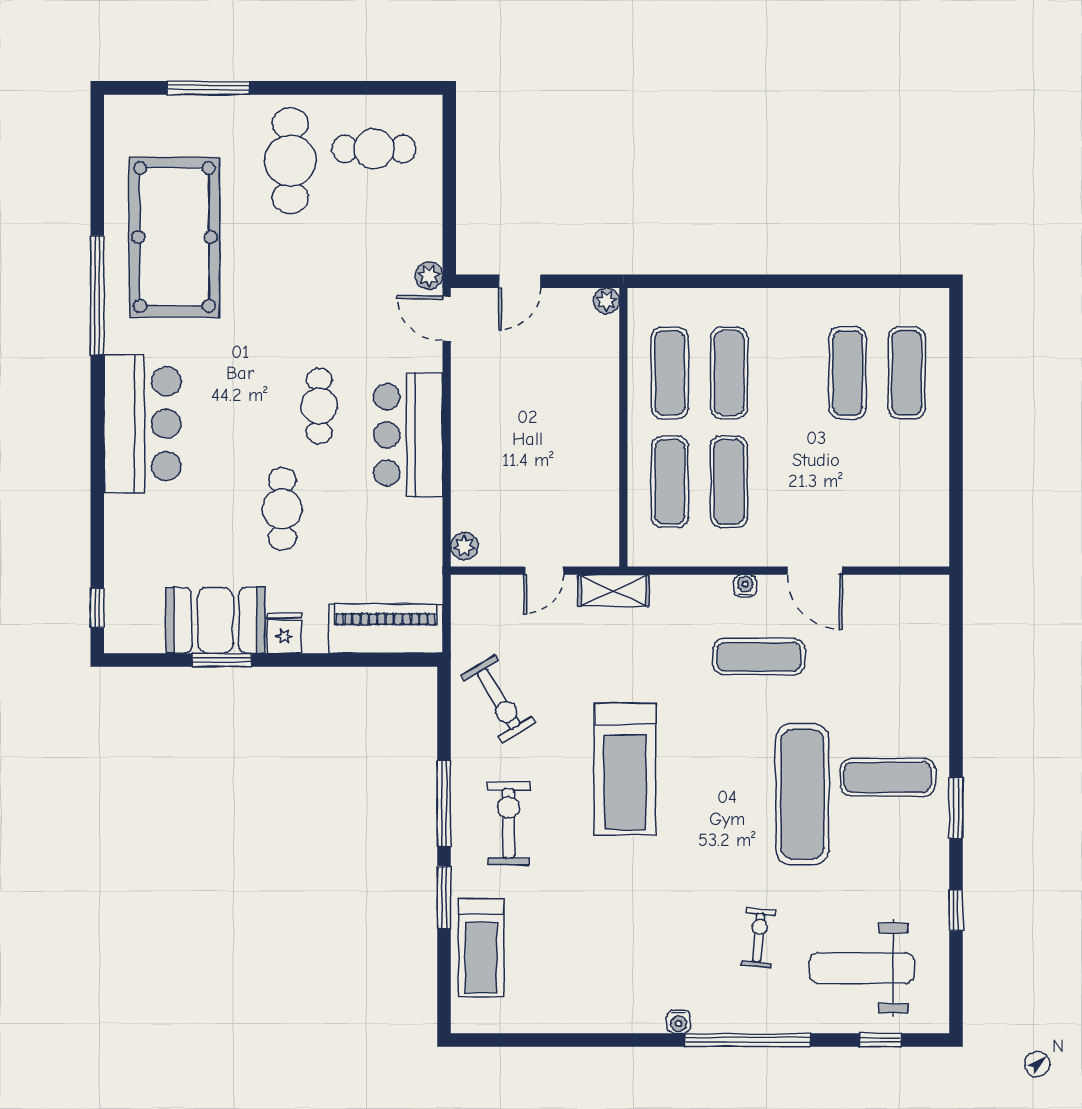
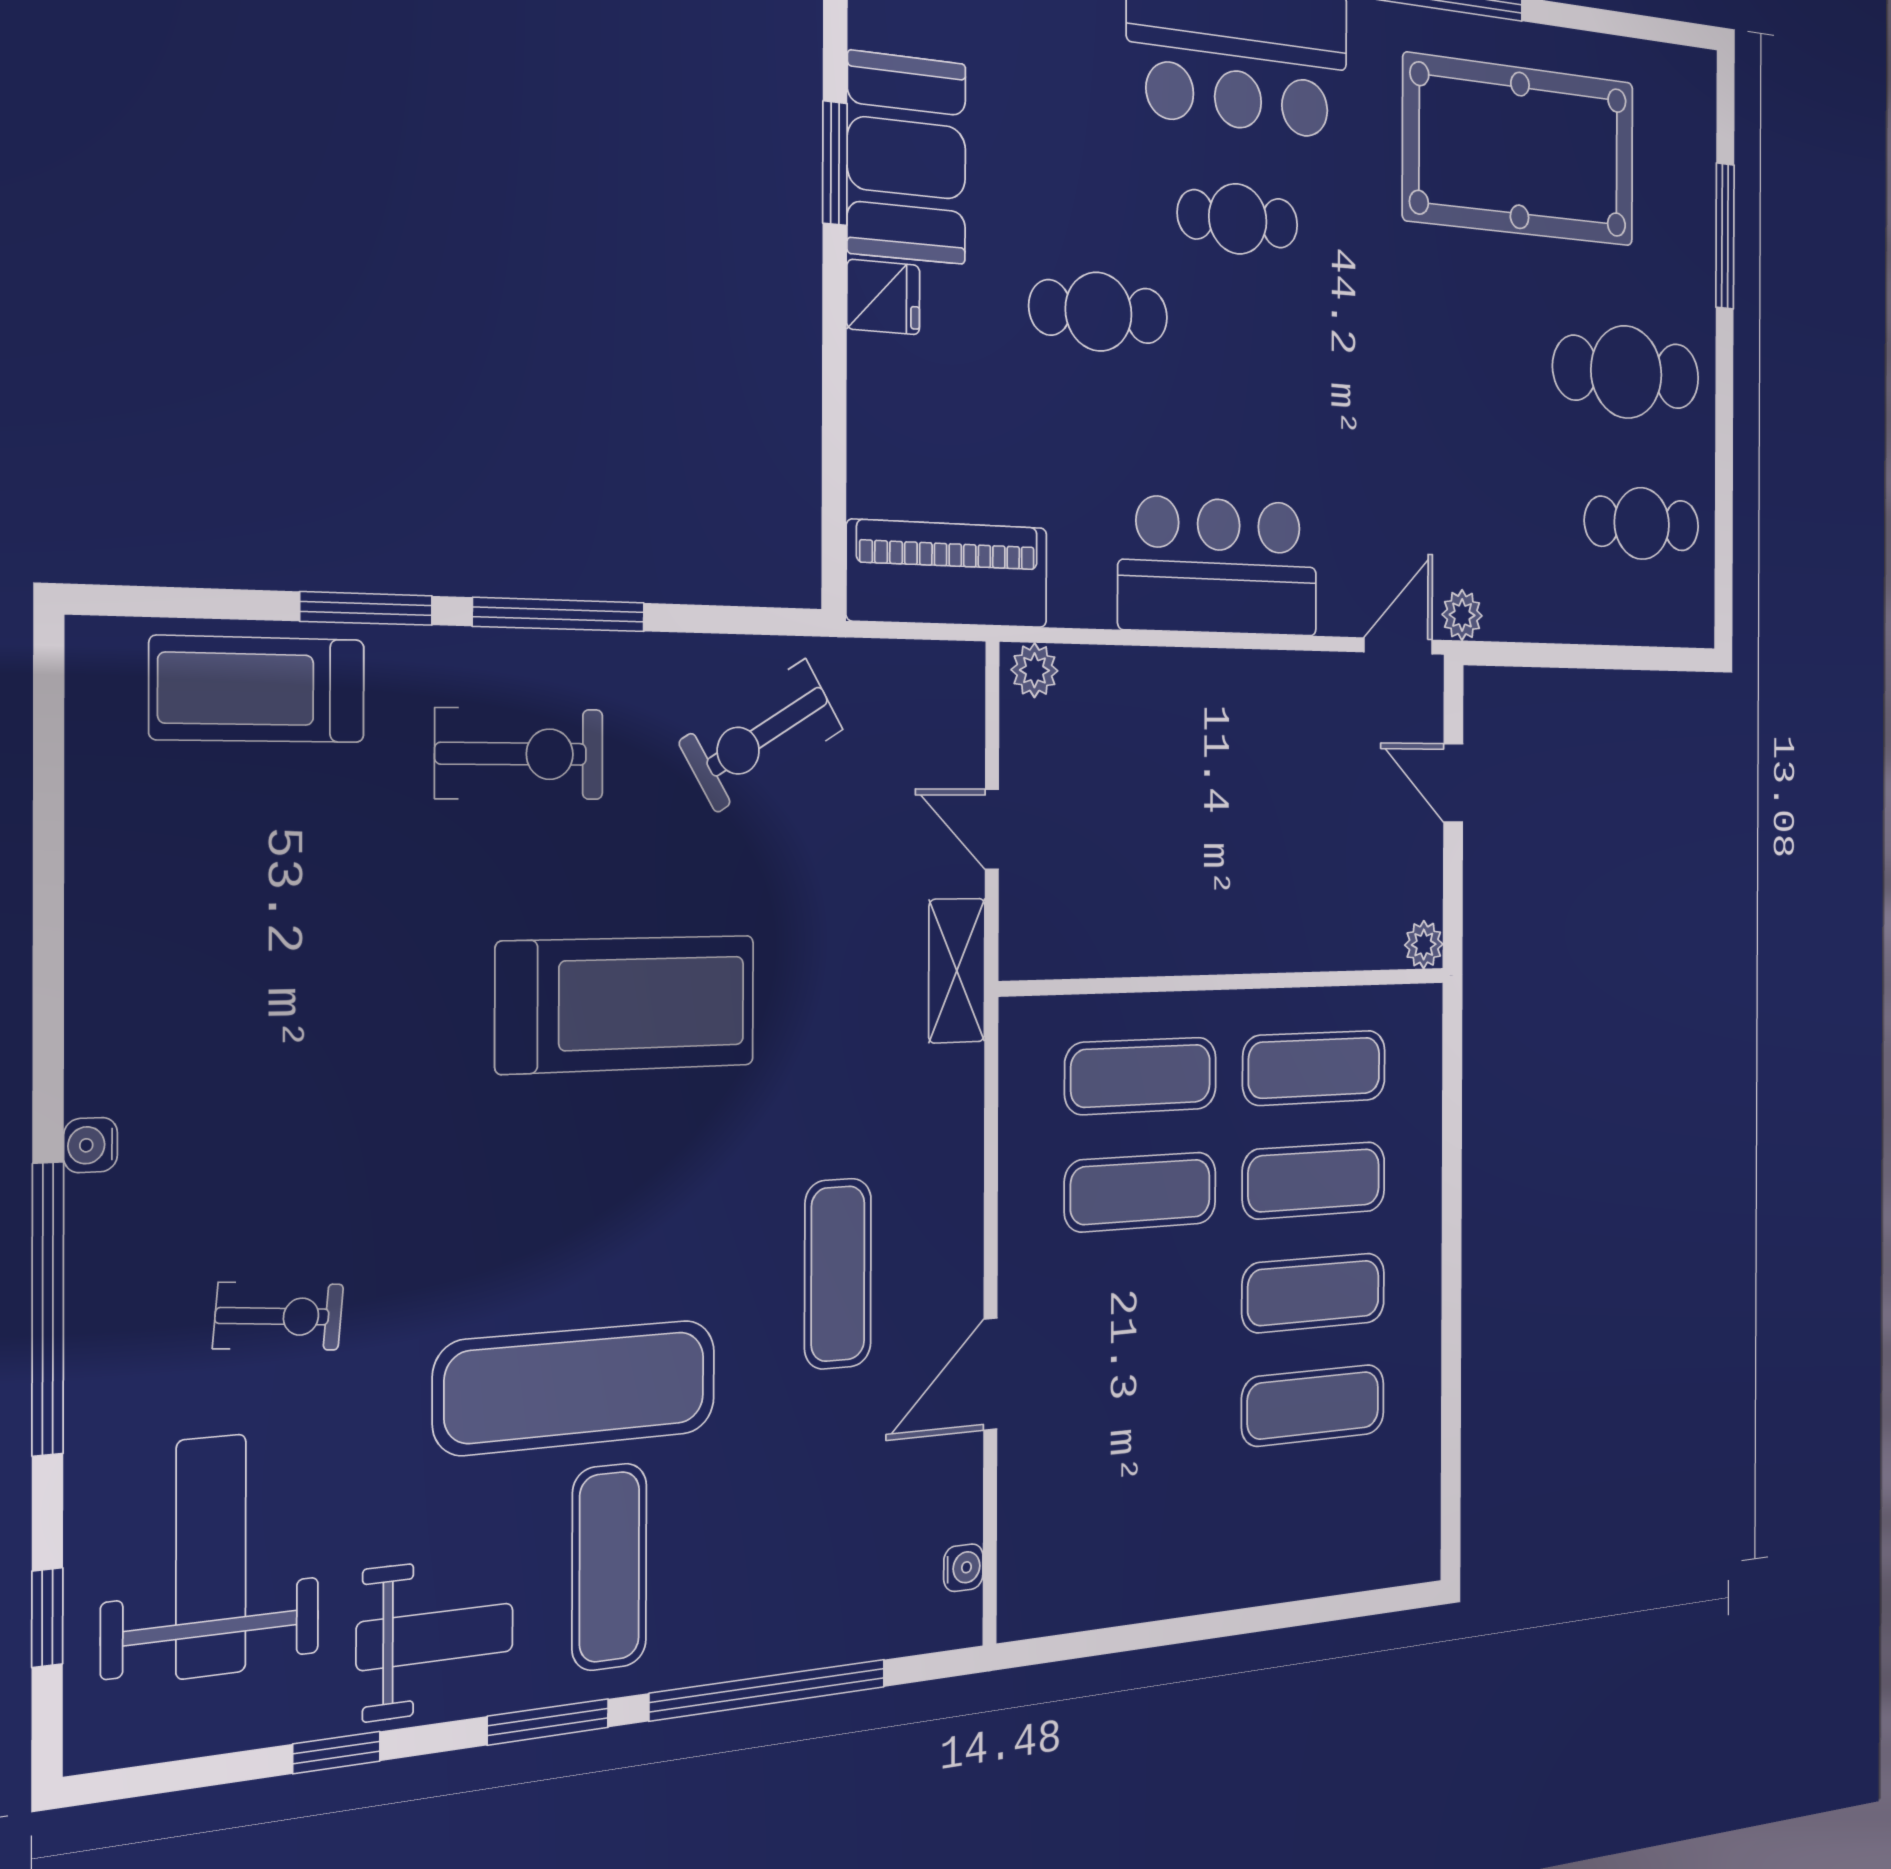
cafe table: (374, 149) -> (1642, 523), turned 90
exercise mat: (907, 373) -> (1314, 1293), moved
cafe table: (319, 406) -> (1238, 219), moved
water cooler: (745, 586) -> (963, 1568), moved
piano: (386, 629) -> (948, 574), moved, turned -90
window: (956, 694) -> (769, 1690), added
treadmill: (625, 769) -> (627, 1004), turned 180
weight bench: (910, 864) -> (435, 1637), added

